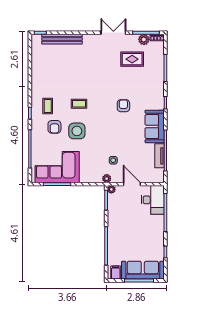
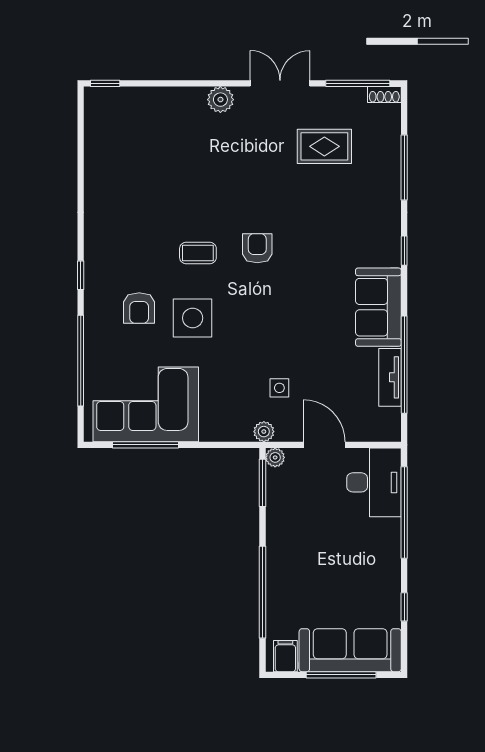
bench: (62, 39) -> (157, 98), removed
plant: (144, 39) -> (220, 100), moved
coffee table: (48, 106) -> (123, 258), removed
armchair: (123, 106) -> (257, 248), moved

